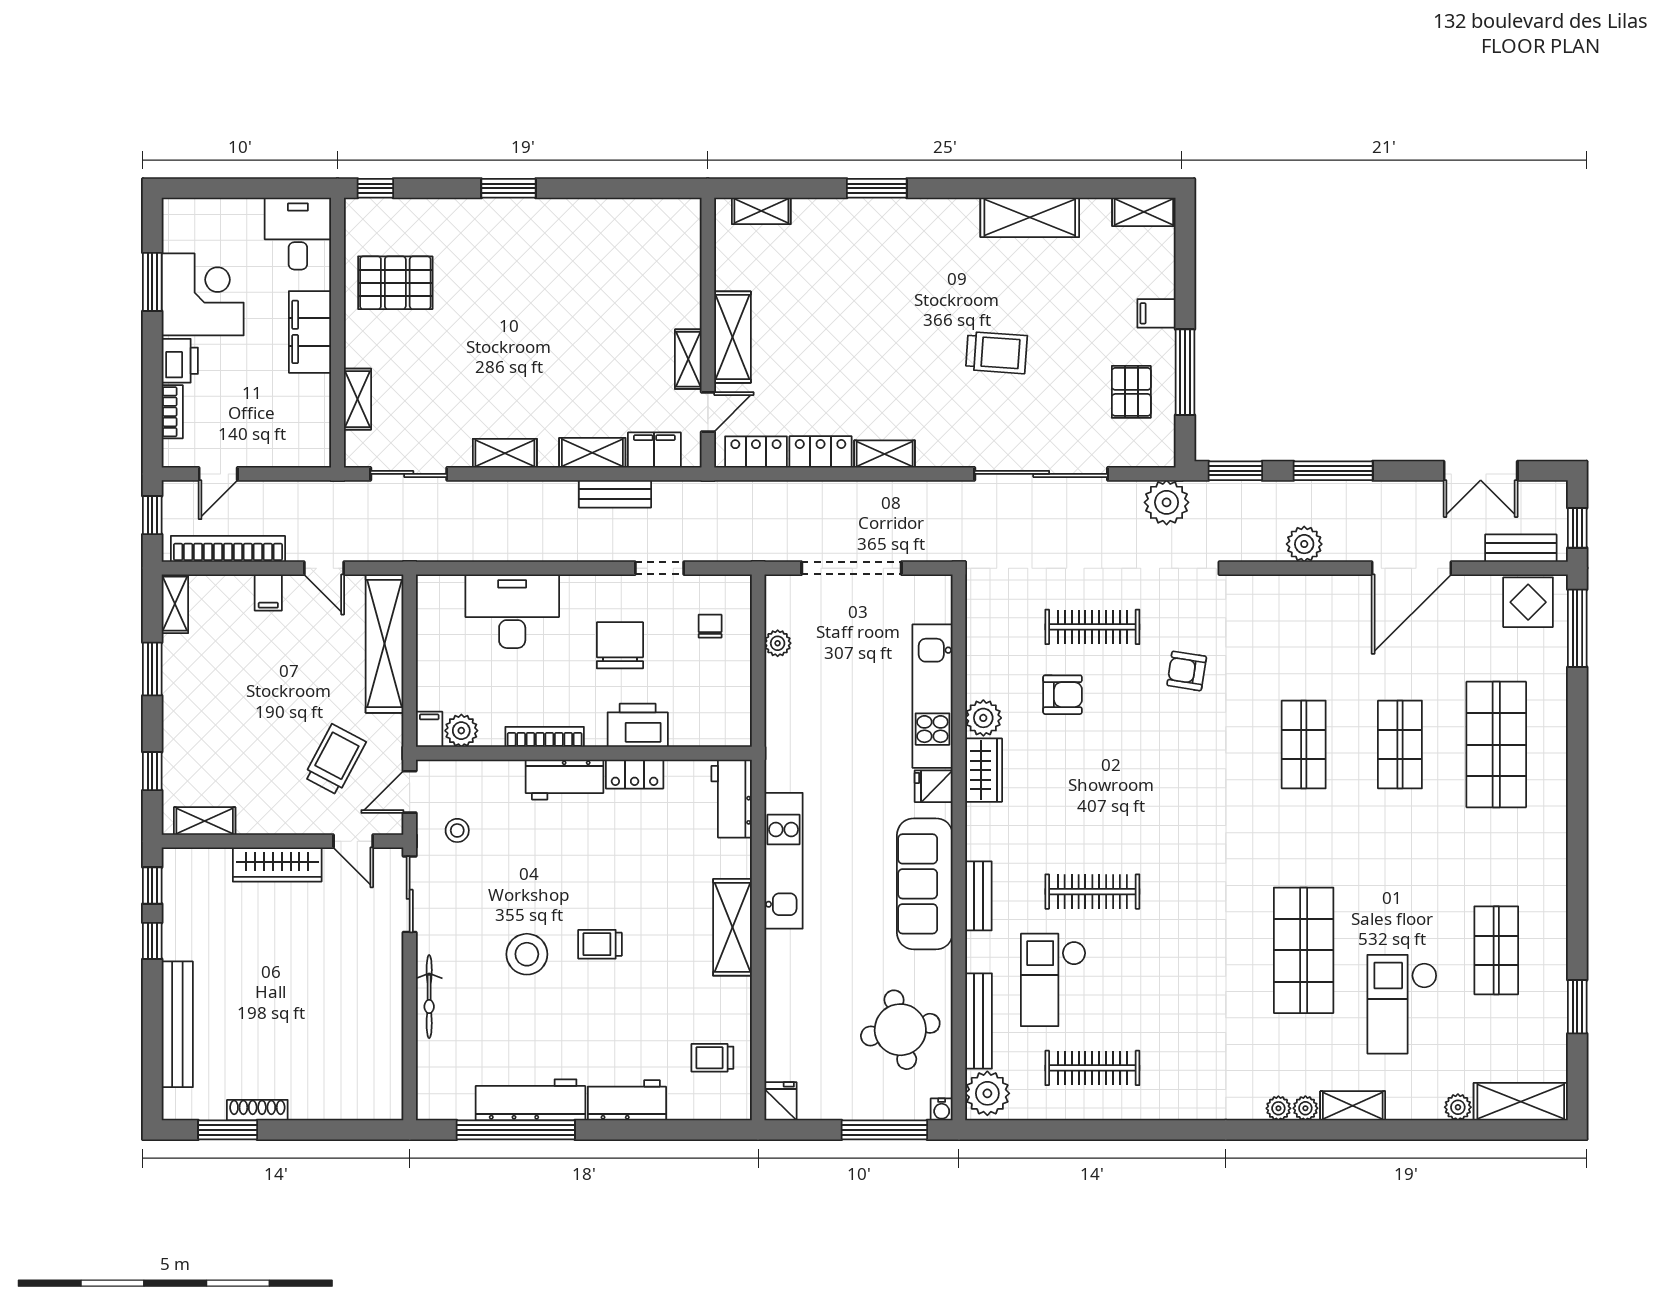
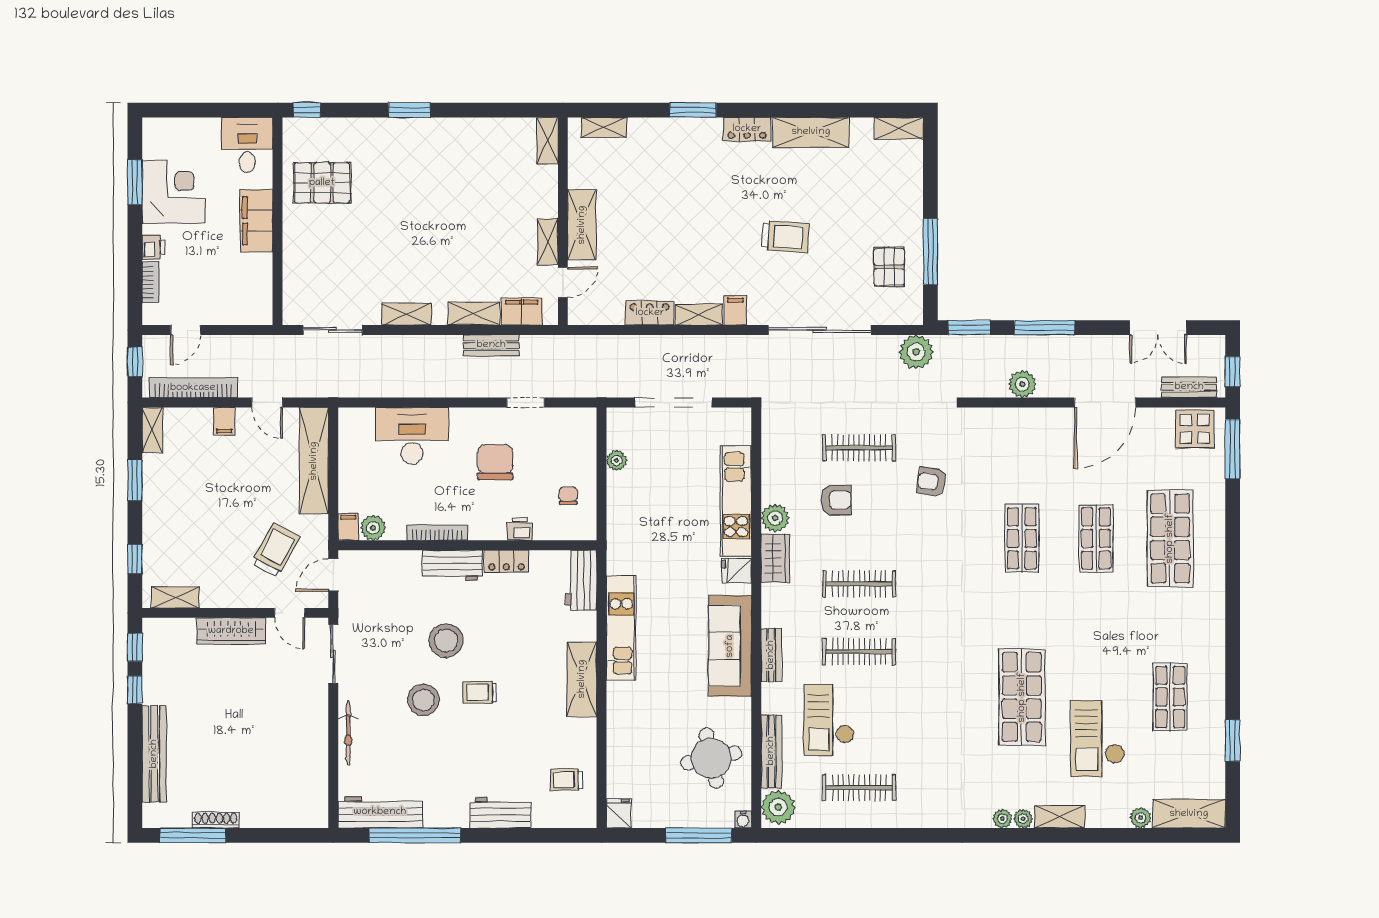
filing cabinet: (1156, 313) -> (735, 310), moved, turned 90
printer: (180, 361) -> (153, 247), width x0.73, depth x0.81
shelving: (357, 399) -> (547, 141), moved
locker: (756, 452) -> (747, 129), moved, turned 180
chair: (710, 626) -> (568, 496), moved
printer: (638, 725) -> (520, 529), width x0.53, depth x0.68
clothes rail: (1092, 803) -> (859, 584), added
stool: (457, 830) -> (446, 641), moved, width x1.89, depth x1.89
workbench: (530, 1100) -> (380, 812), moved
window: (228, 1130) -> (193, 835), width x1.44

